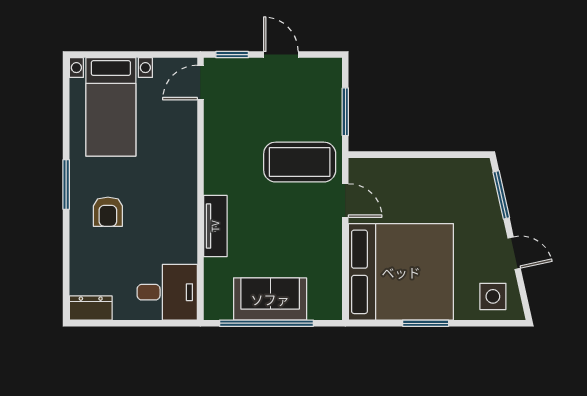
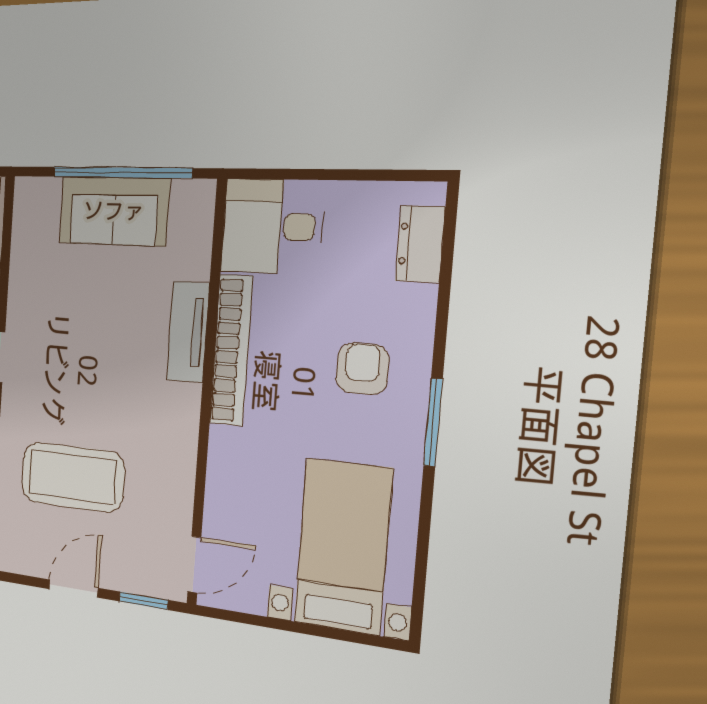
door: (281, 55) -> (73, 588), swing flipped
coffee table: (300, 162) -> (72, 477), moved
bookcase: (187, 217) -> (231, 350), added
dresser: (91, 308) -> (420, 244), moved, turned 90

